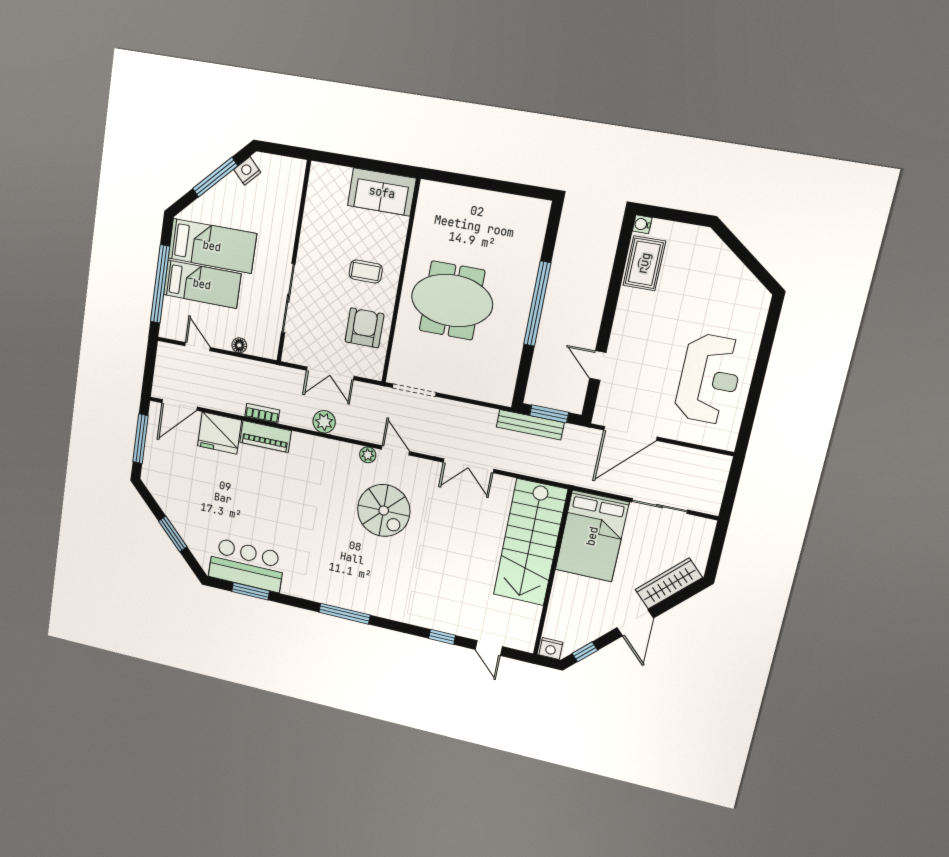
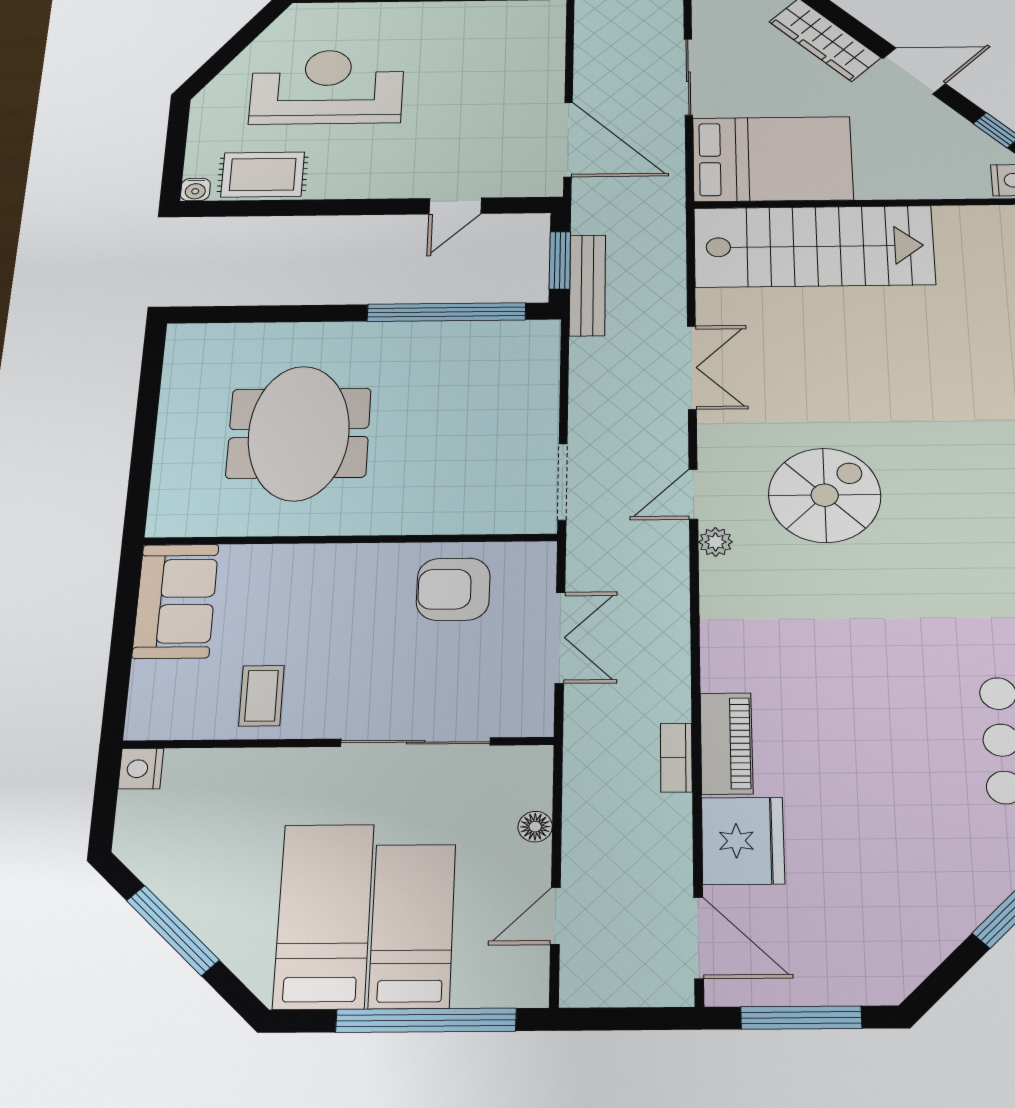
nightstand: (247, 171) -> (141, 769), moved, turned 45
coffee table: (366, 271) -> (261, 696), moved
meeting table: (452, 300) -> (299, 433), moved
window: (537, 304) -> (446, 312), moved
reception desk: (709, 379) -> (327, 87), moved
plant: (324, 422) -> (666, 633), removed

